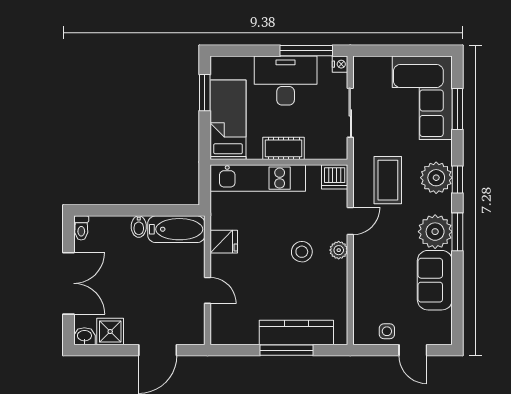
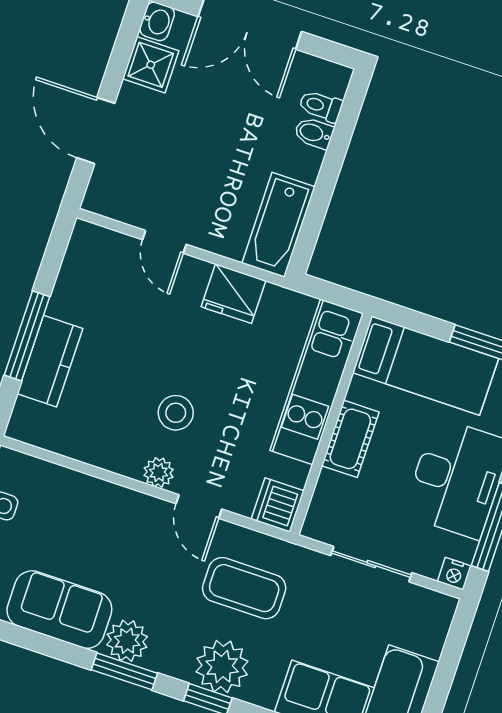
bidet: (139, 227) -> (314, 133), moved
toilet: (81, 228) -> (321, 106), moved
plant: (435, 232) -> (127, 641), width x0.73, depth x0.73
fridge: (224, 242) -> (233, 294), width x1.38
door: (208, 290) -> (164, 242), hinge flipped
kitchen counter: (296, 332) -> (50, 361), width x0.67

